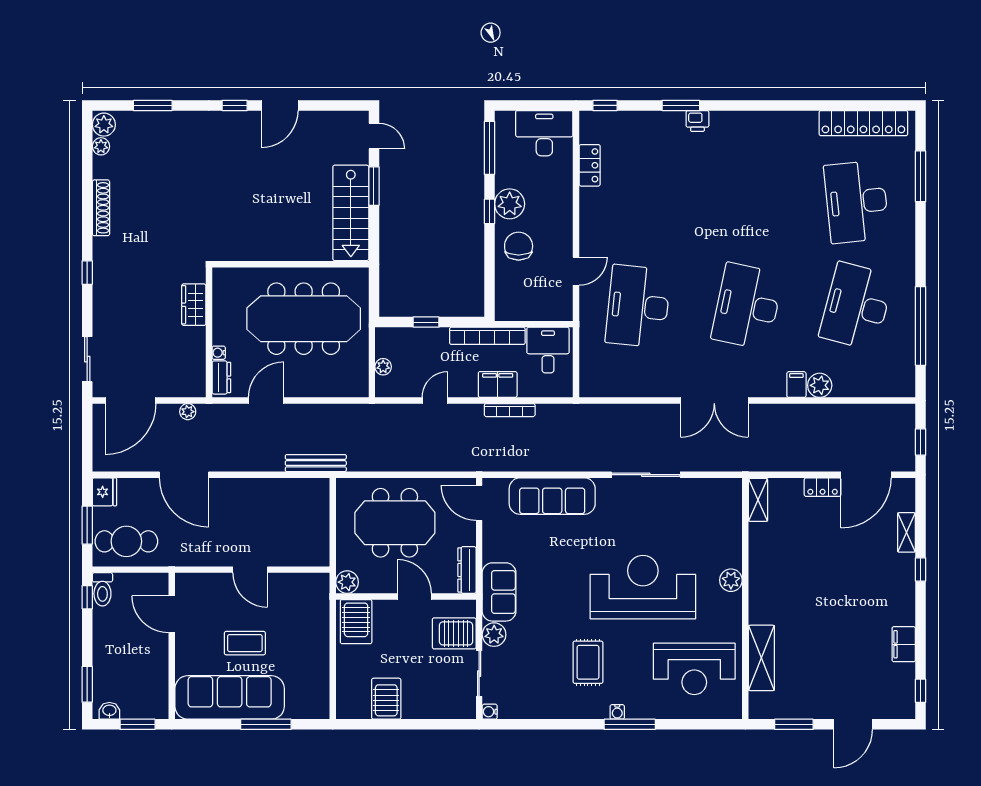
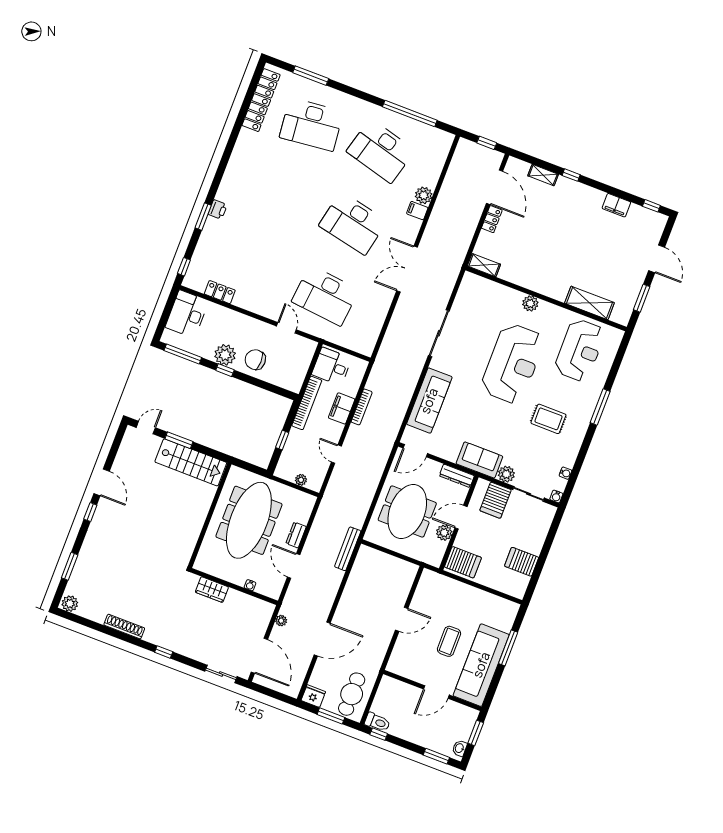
plant: (101, 146) -> (84, 611), removed
dresser: (221, 377) -> (296, 535), moved, turned -90
double door: (714, 400) -> (407, 269), swing flipped
plant: (347, 582) -> (444, 533), moved
reception desk: (643, 587) -> (513, 364), turned 180
door: (172, 614) -> (436, 692), moved
water cooler: (617, 712) -> (565, 473), moved

